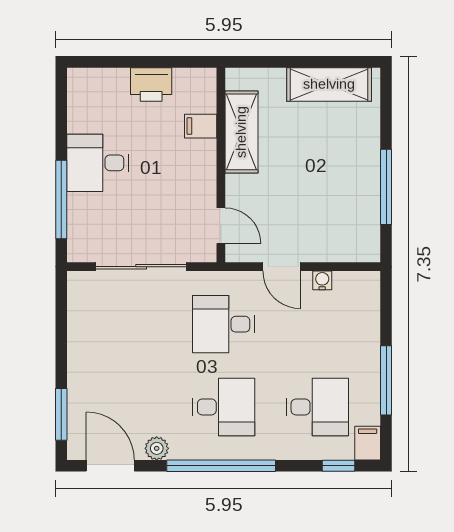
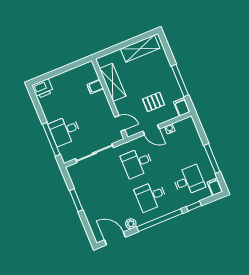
printer: (151, 84) -> (43, 89), moved
desk: (98, 163) -> (65, 131), moved
pallet: (311, 209) -> (154, 102), added
filing cabinet: (367, 245) -> (182, 107), added
desk: (224, 407) -> (151, 196), turned 180
window: (61, 414) -> (76, 200), moved
window: (338, 466) -> (194, 206), moved

